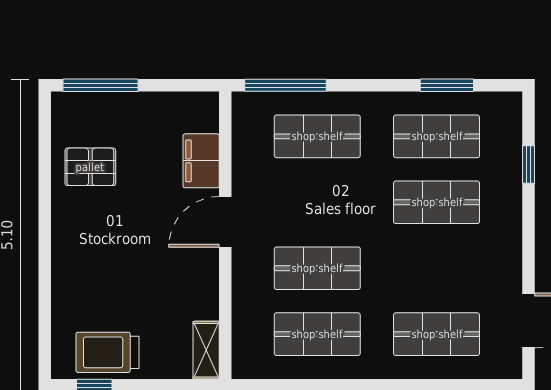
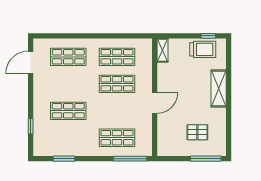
shop shelf: (437, 136) -> (68, 138), removed
filing cabinet: (201, 161) -> (165, 128), removed
pallet: (90, 167) -> (197, 132), moved
shelving: (69, 257) -> (219, 88), added

